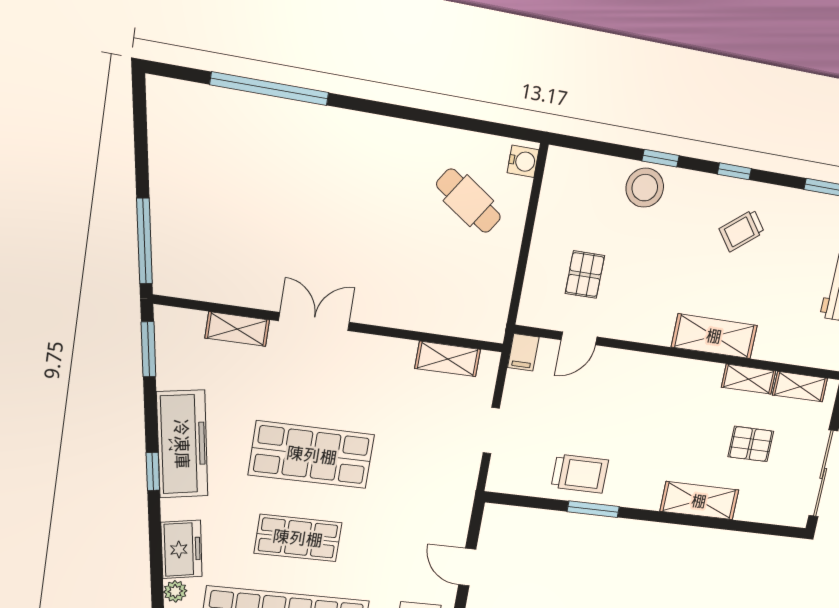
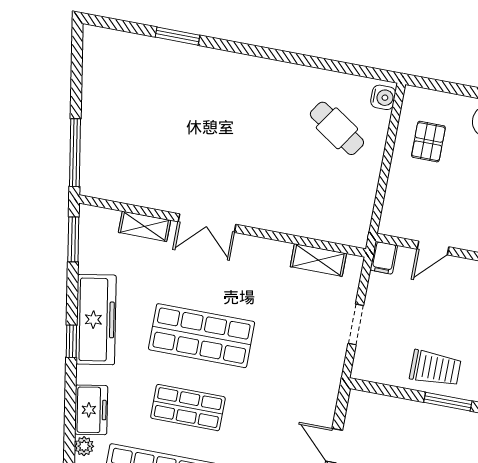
window: (270, 89) -> (177, 36), width x0.47
pallet: (585, 275) -> (428, 142), moved
double door: (314, 322) -> (207, 223), swing flipped

